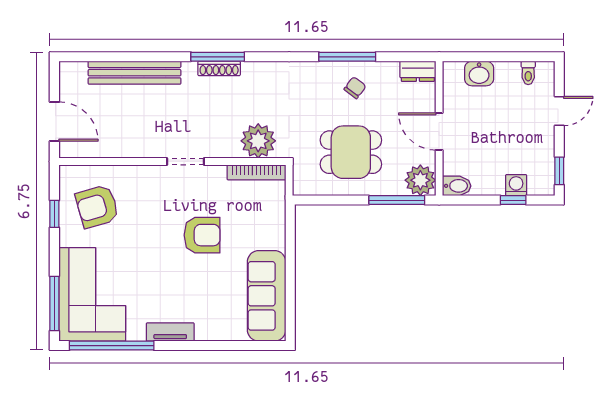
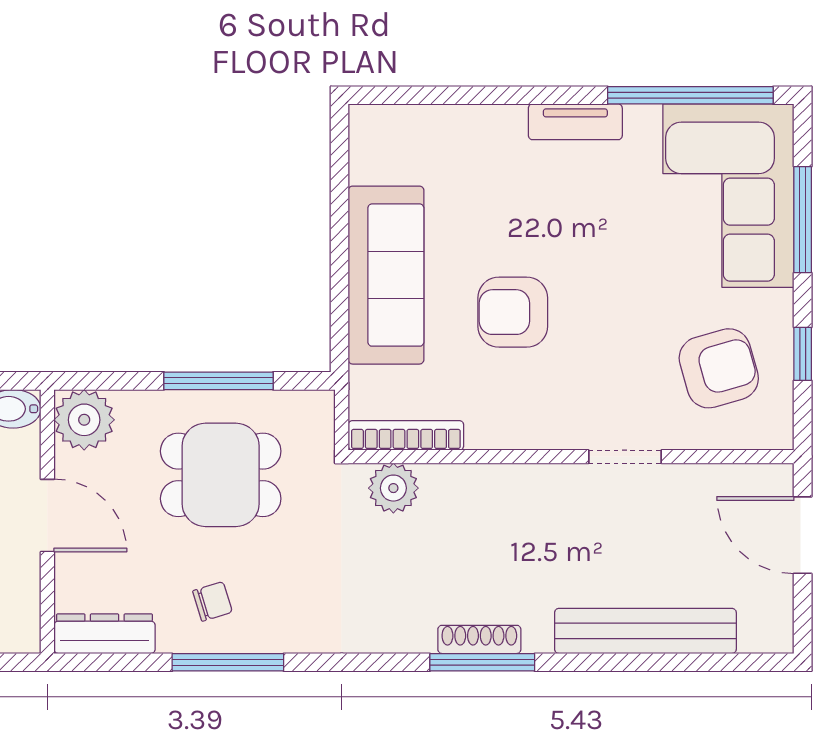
dresser: (418, 71) -> (105, 634), width x1.44
chair: (355, 88) -> (212, 601), turned -144
plant: (258, 141) -> (393, 488), width x0.73, depth x0.73
doorway: (185, 161) -> (625, 457), moved
window: (397, 200) -> (219, 381), moved
sofa: (267, 296) -> (386, 275), moved
window: (54, 303) -> (803, 220), moved

